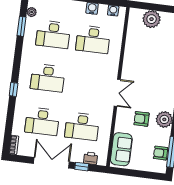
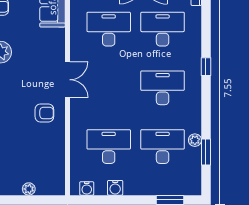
plant: (32, 12) -> (195, 140), moved
plant: (152, 19) -> (29, 189), width x0.53, depth x0.53
double door: (117, 93) -> (68, 80), swing flipped
armchair: (142, 119) -> (44, 113), moved

